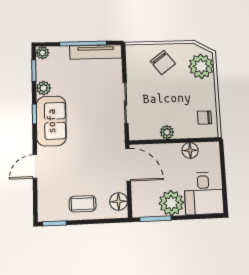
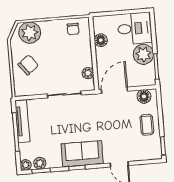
plant: (44, 88) -> (40, 163), moved
plant: (167, 132) -> (88, 73), moved

